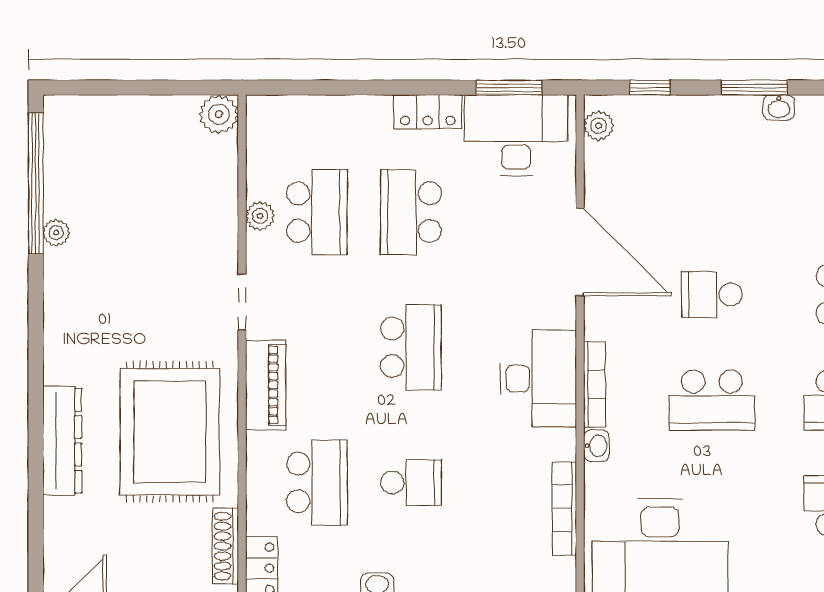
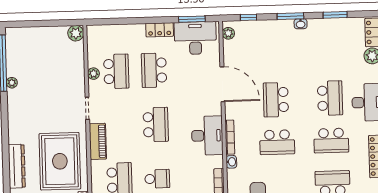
school desk: (712, 294) -> (276, 100), width x1.85

